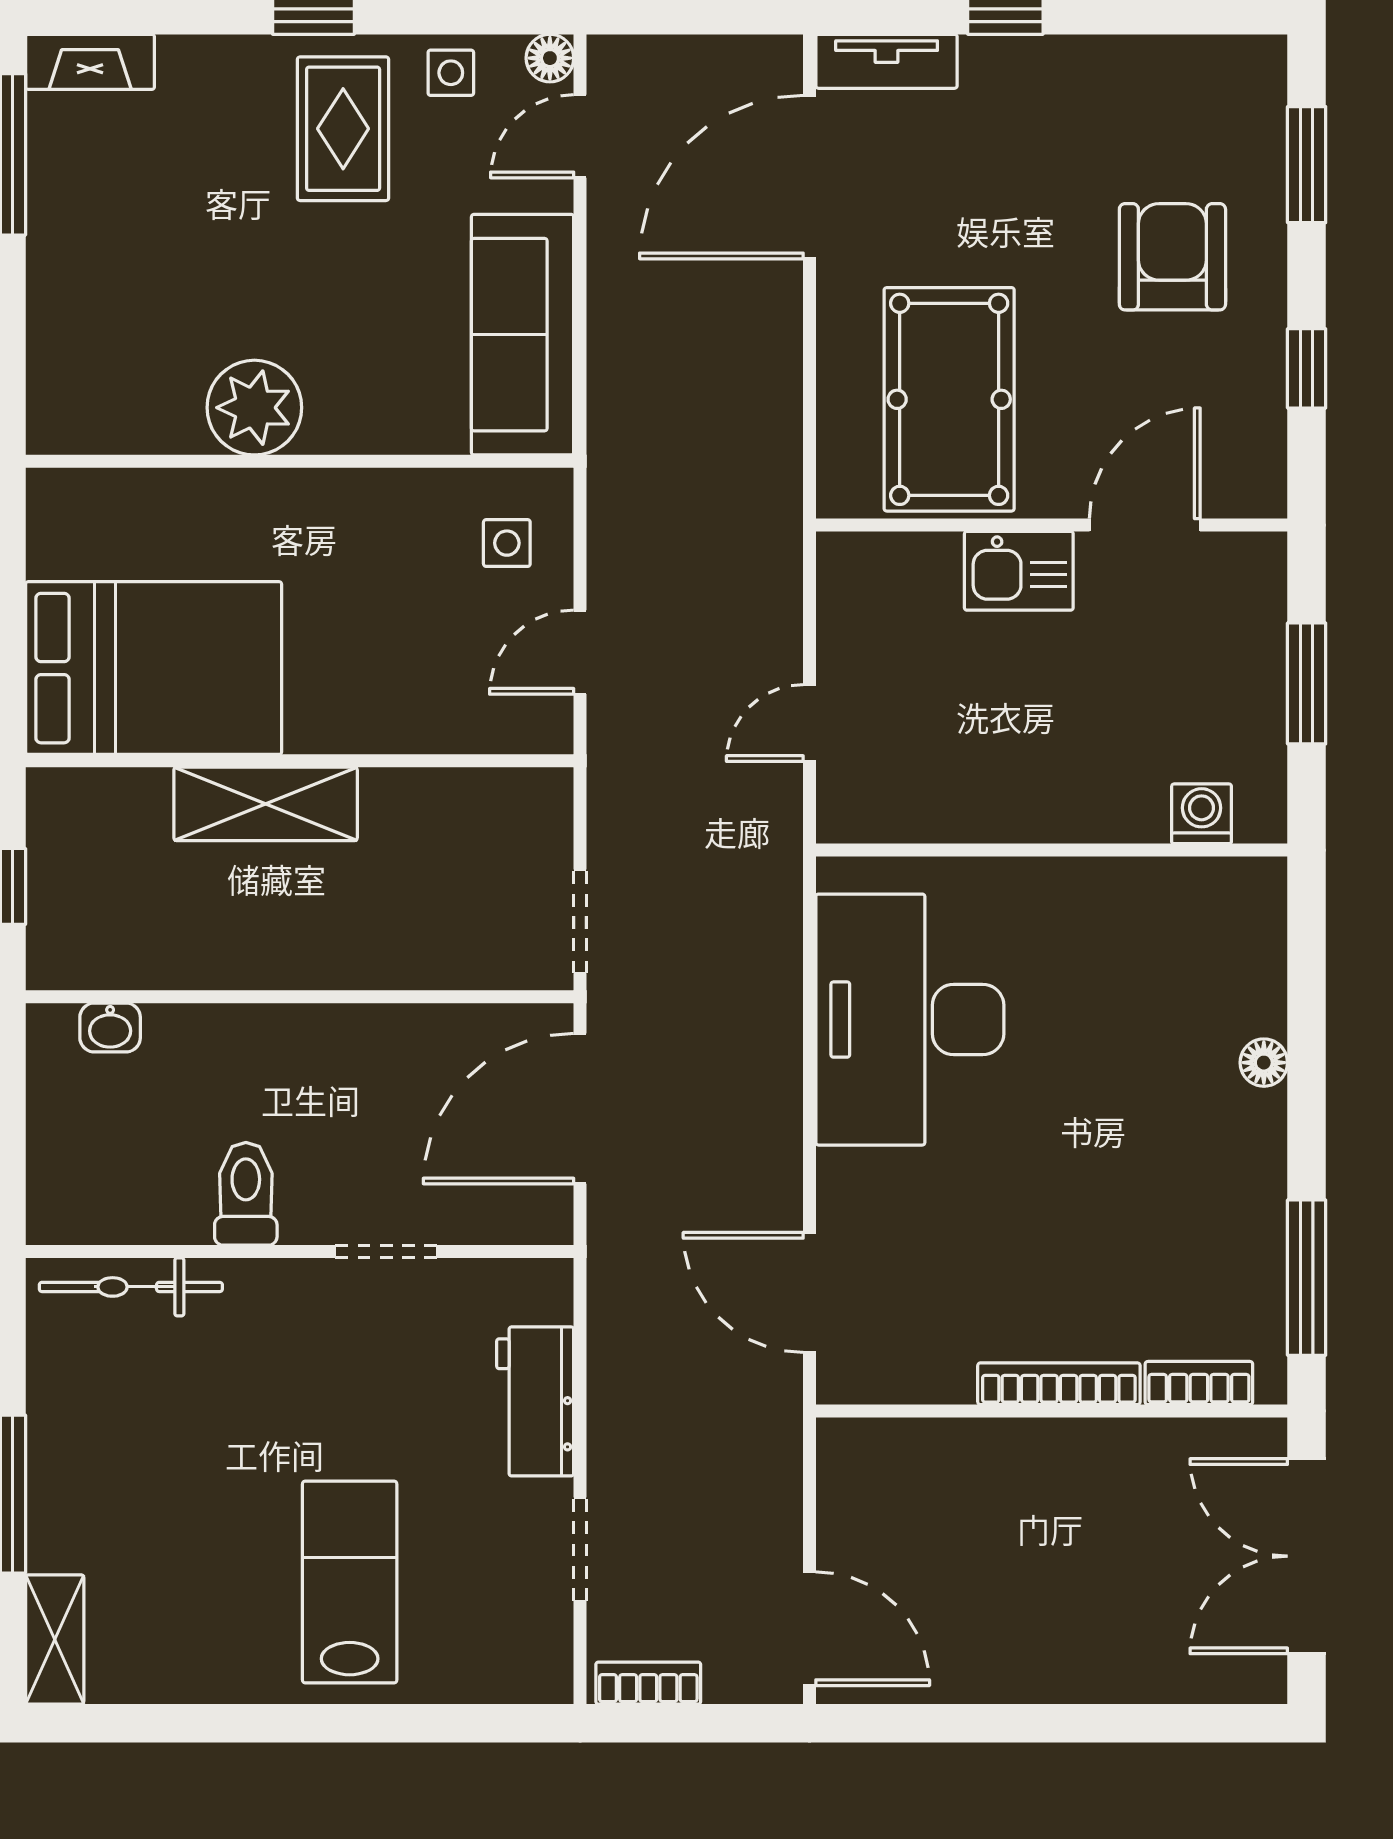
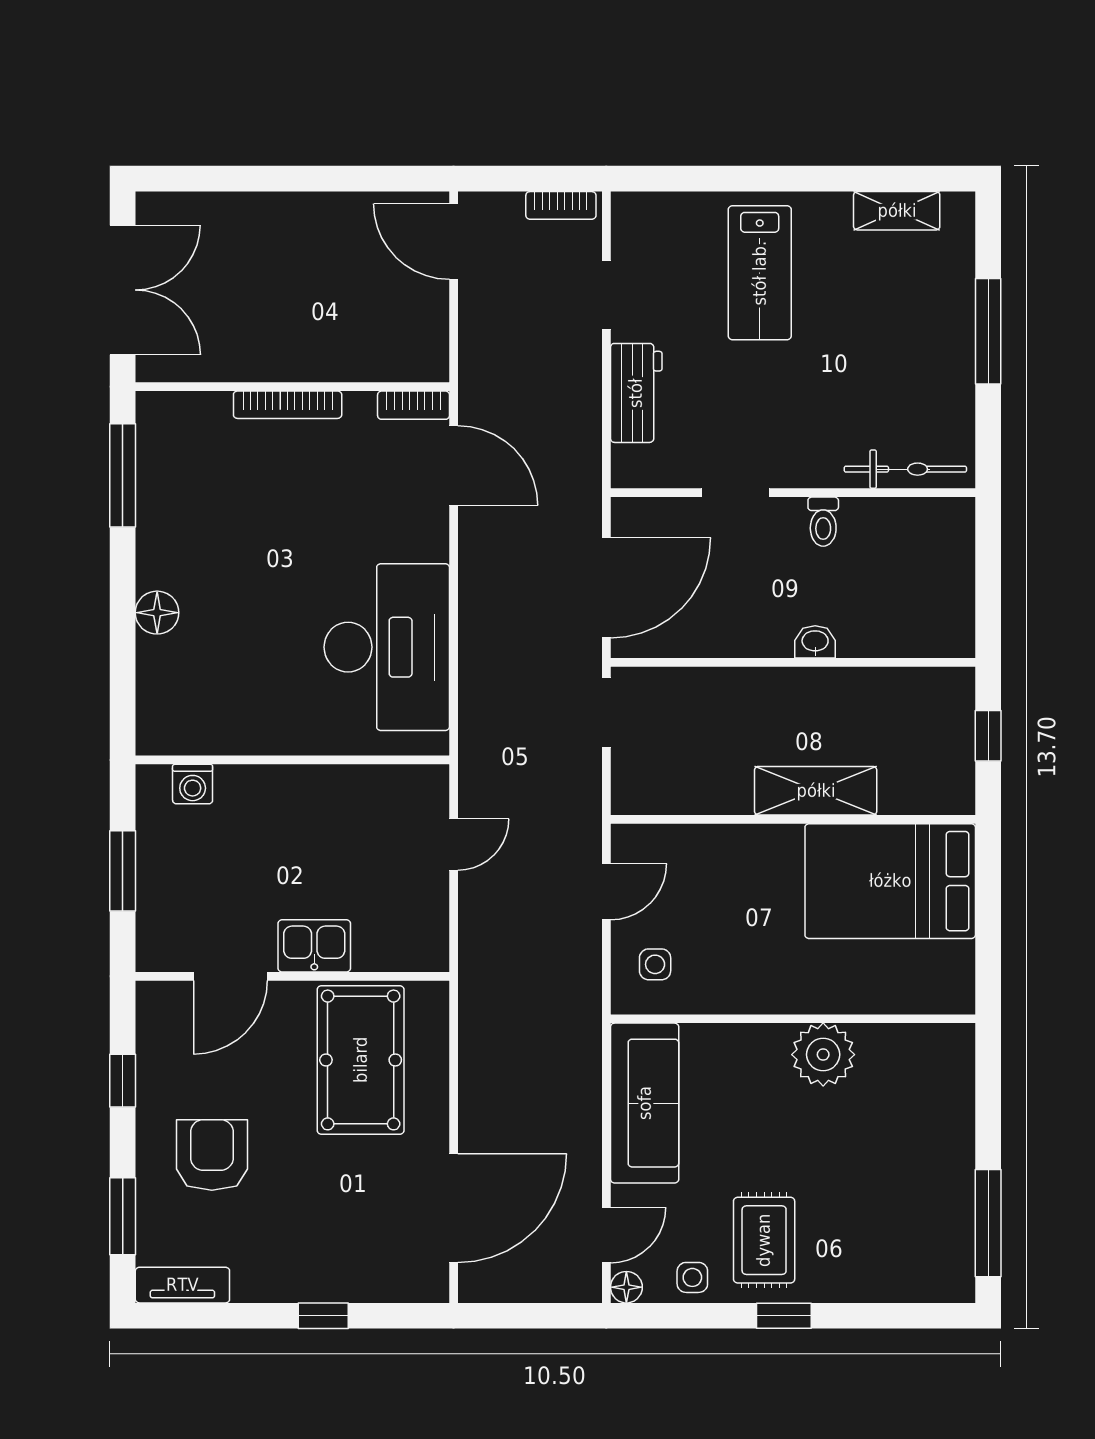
tv unit: (887, 61) -> (182, 1285), moved
fireplace: (90, 62) -> (933, 1285), removed
armchair: (1172, 257) -> (212, 1155), turned 180
washbasin: (110, 1027) -> (815, 642), moved
floor lamp: (1264, 1063) -> (157, 613), width x1.37, depth x1.37
toilet: (246, 1194) -> (823, 522), width x0.73, depth x0.72
bookcase: (1199, 1383) -> (414, 405), moved
shelving: (55, 1639) -> (897, 211), moved, turned 90

